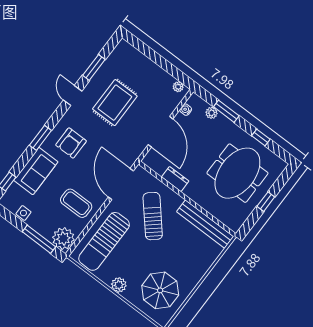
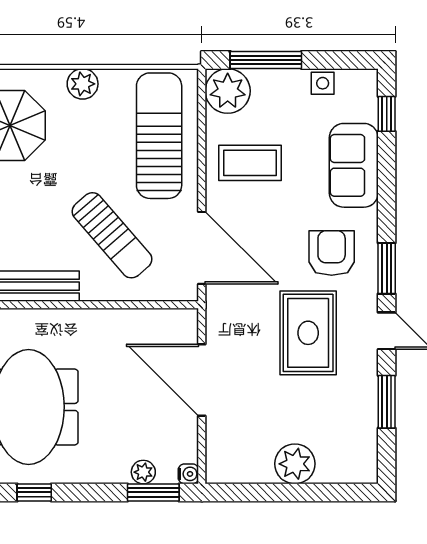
plant: (178, 87) -> (295, 464), moved, width x1.88, depth x1.88
rug: (115, 103) -> (308, 333), moved
water cooler: (186, 110) -> (188, 474), moved
window: (226, 111) -> (153, 492), moved
window: (40, 138) -> (387, 268), moved
dresser: (175, 179) -> (121, 322), removed

